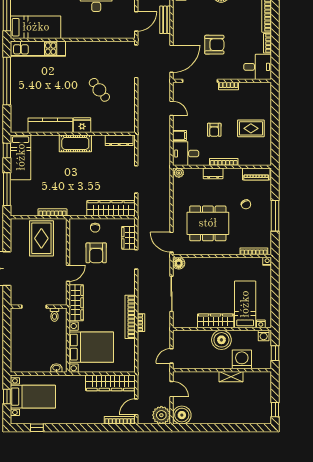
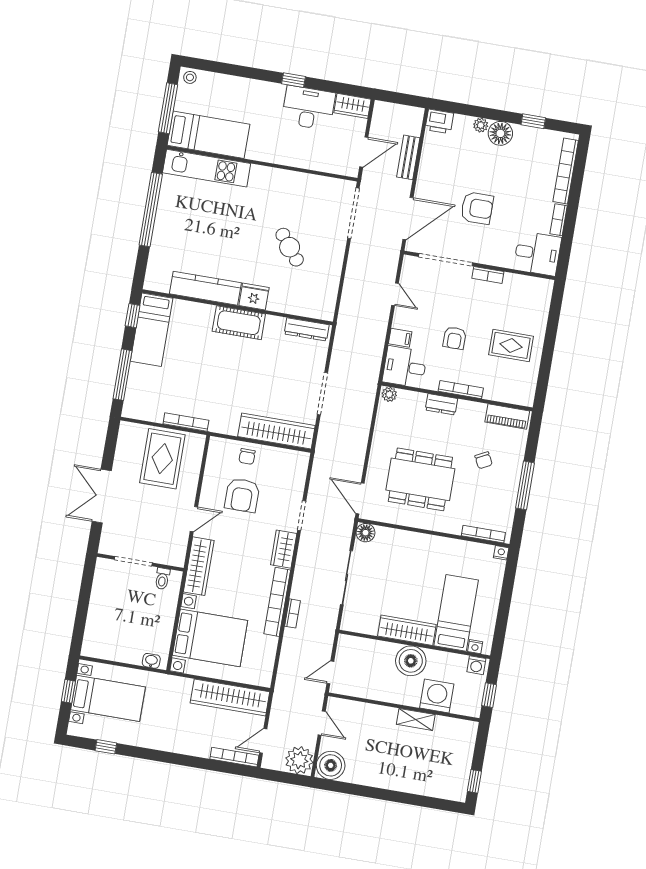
wardrobe: (128, 238) -> (284, 549), moved

